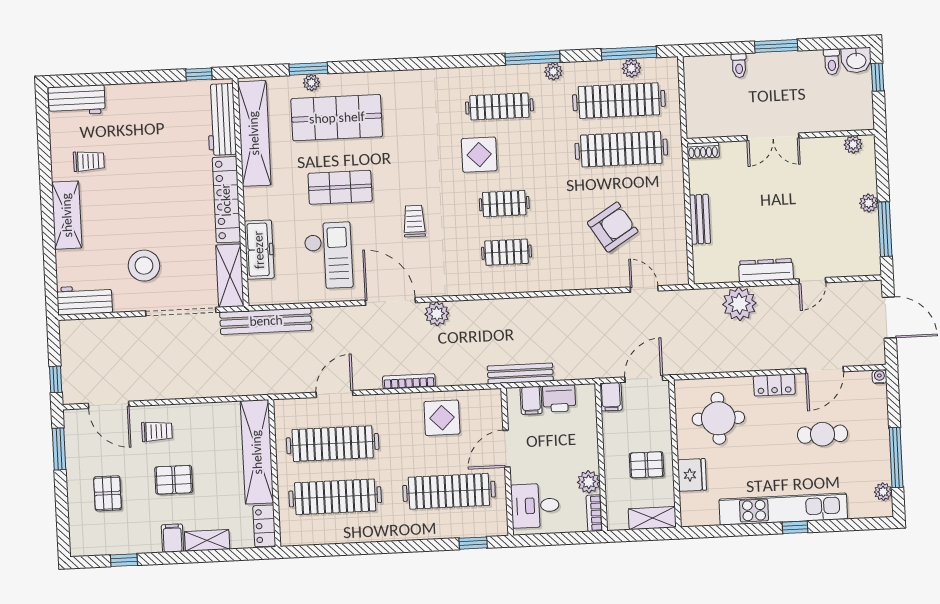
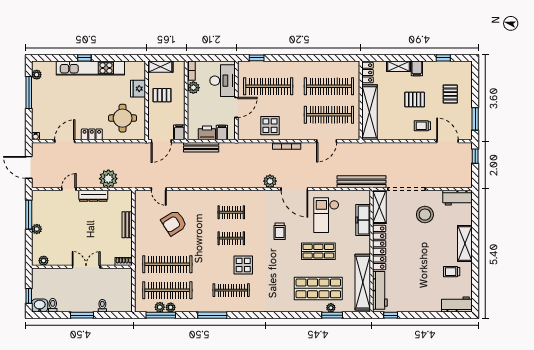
plant: (553, 71) -> (171, 307), moved
bench: (520, 373) -> (201, 147), moved
cafe table: (822, 434) -> (67, 107), removed
desk: (535, 506) -> (223, 81), width x1.37

